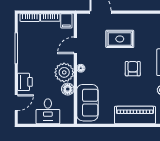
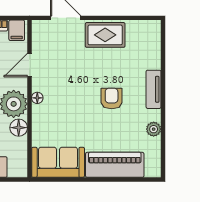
rug: (120, 39) -> (105, 35), moved
sofa: (87, 103) -> (58, 162), moved, turned -90

